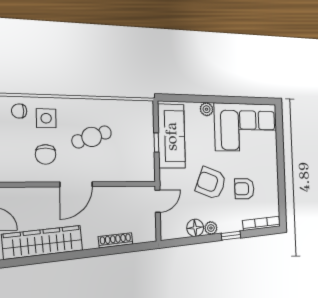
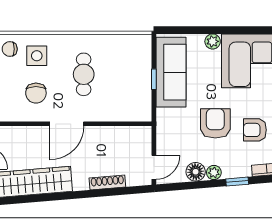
cafe table: (92, 137) -> (84, 74), turned -71
armchair: (211, 183) -> (215, 123), turned 69
door: (158, 201) -> (154, 167), moved

